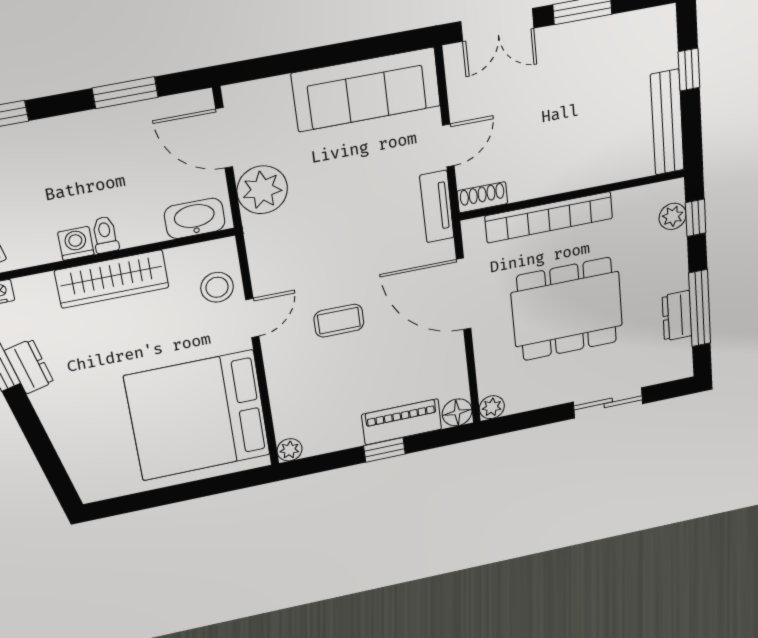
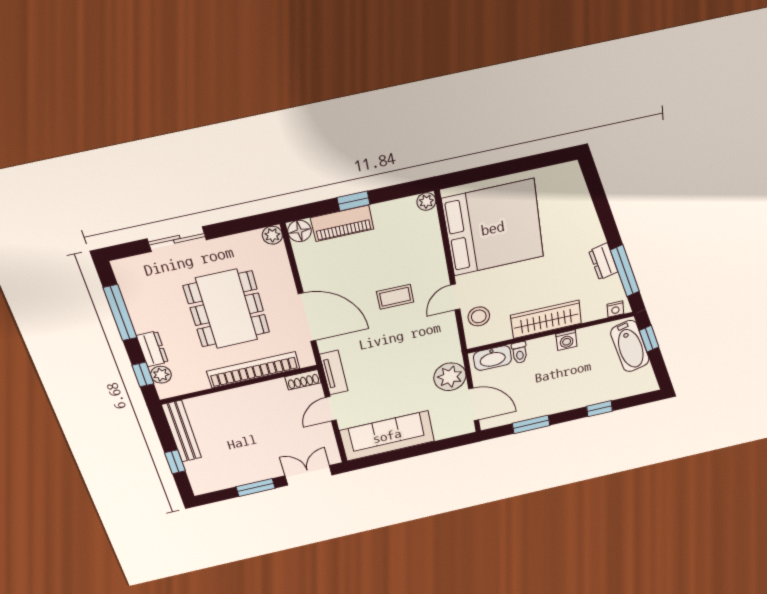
toilet: (105, 235) -> (520, 352), moved
dining table: (567, 309) -> (227, 309), turned 90
dresser: (677, 316) -> (152, 349), moved

